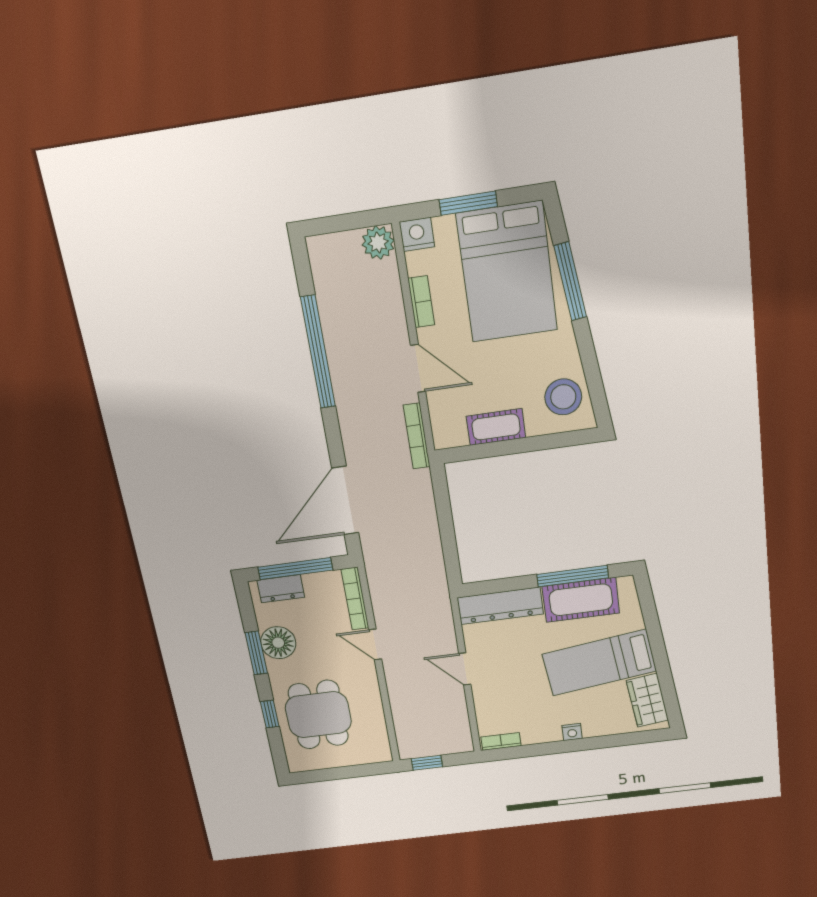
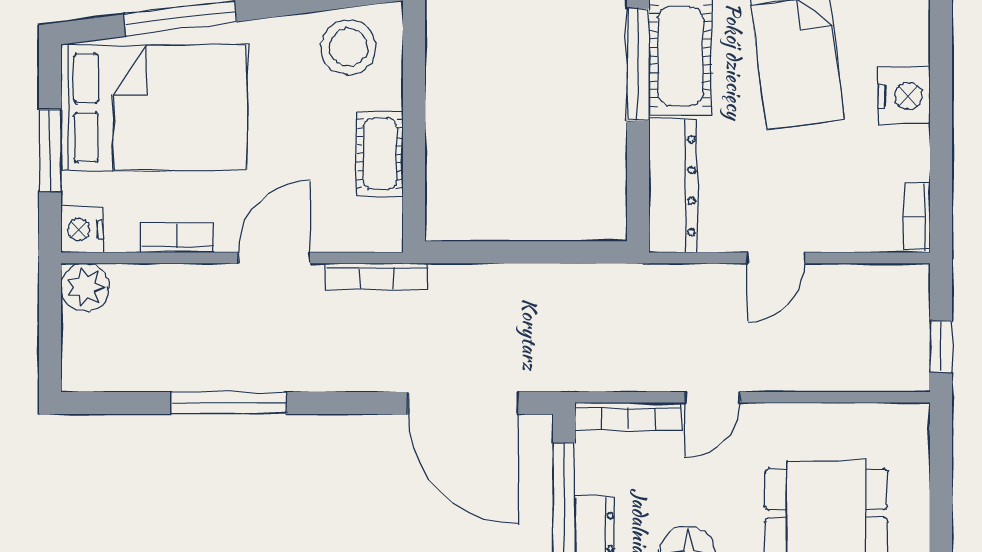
window: (318, 352) -> (229, 403), width x0.68
nightstand: (572, 732) -> (904, 96), width x1.89, depth x1.79

